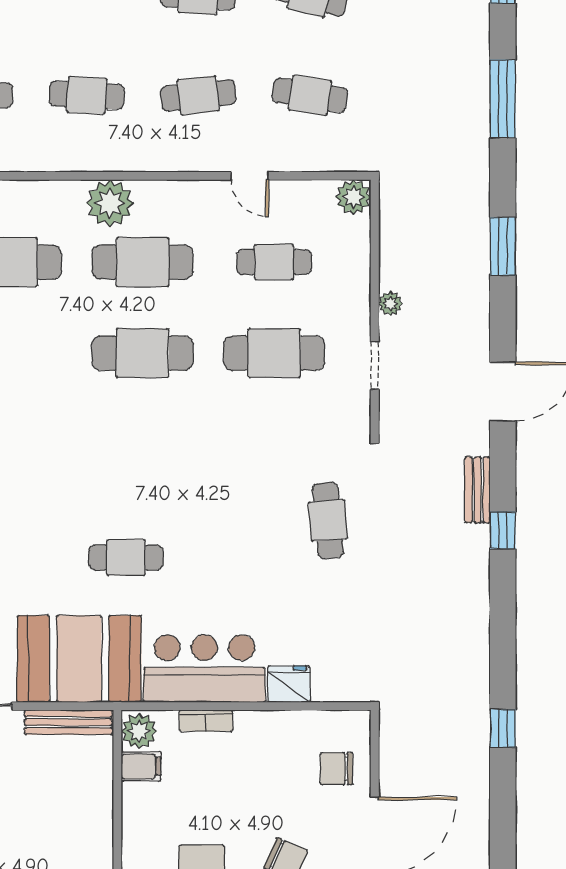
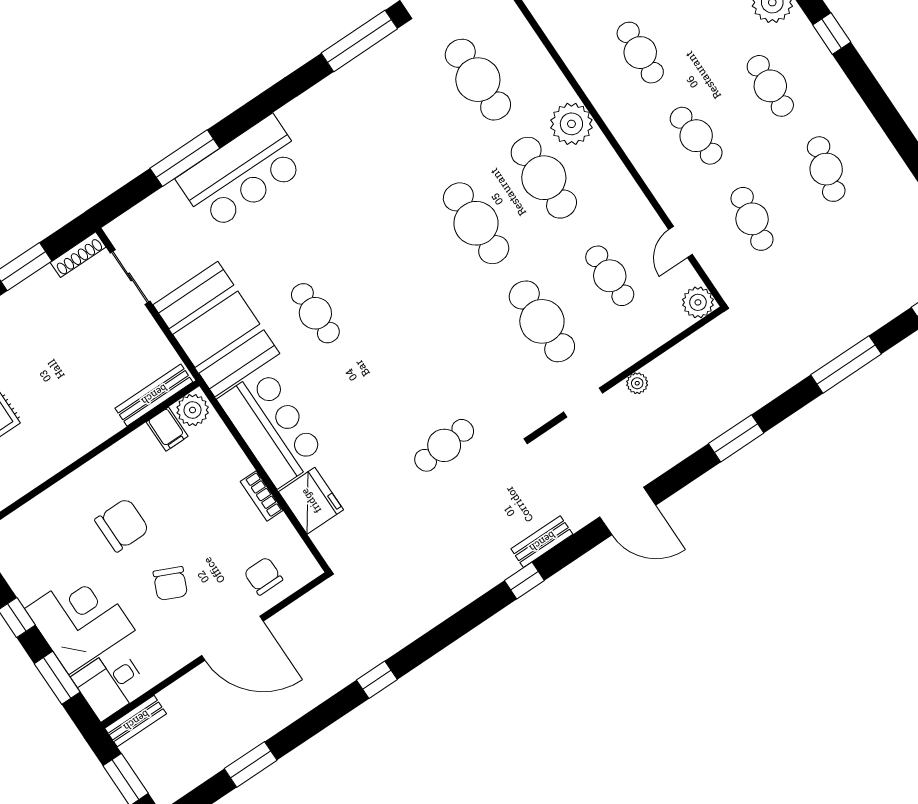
door: (250, 176) -> (680, 242), moved
fridge: (289, 684) -> (311, 501), width x1.36, depth x1.34
bookcase: (206, 721) -> (262, 496), moved
bench: (68, 722) -> (154, 395), moved, turned 90

